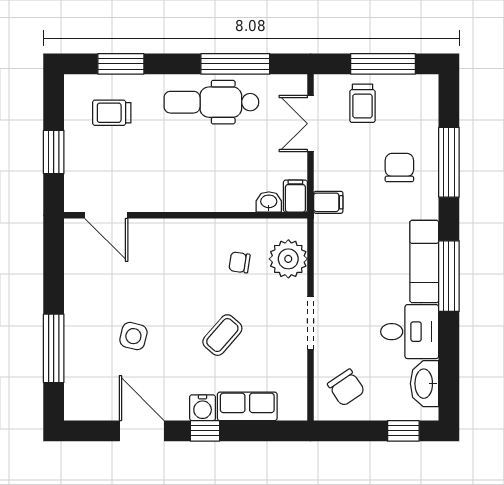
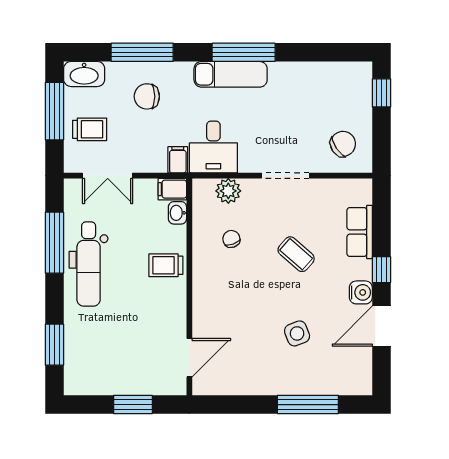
trolley: (112, 113) -> (166, 265), moved, turned 90
plant: (288, 259) -> (228, 191), width x0.73, depth x0.73
chair: (239, 262) -> (231, 239), turned 152
desk: (410, 332) -> (213, 147), moved, turned 180
side table: (133, 336) -> (297, 333), turned -35
washbasin: (425, 384) -> (84, 74), moved
water cooler: (203, 408) -> (361, 292), moved

